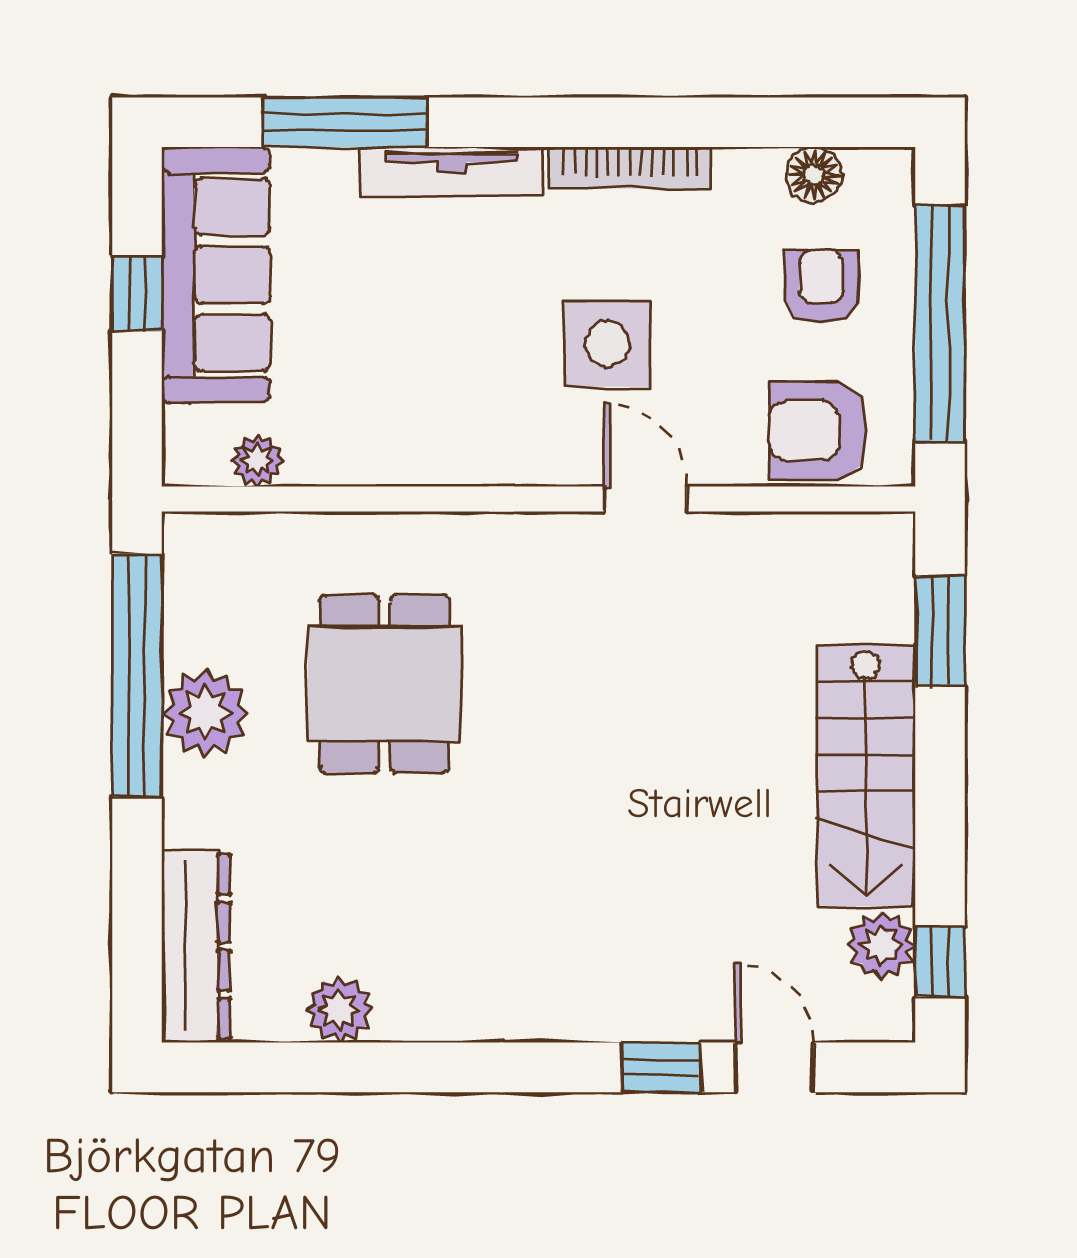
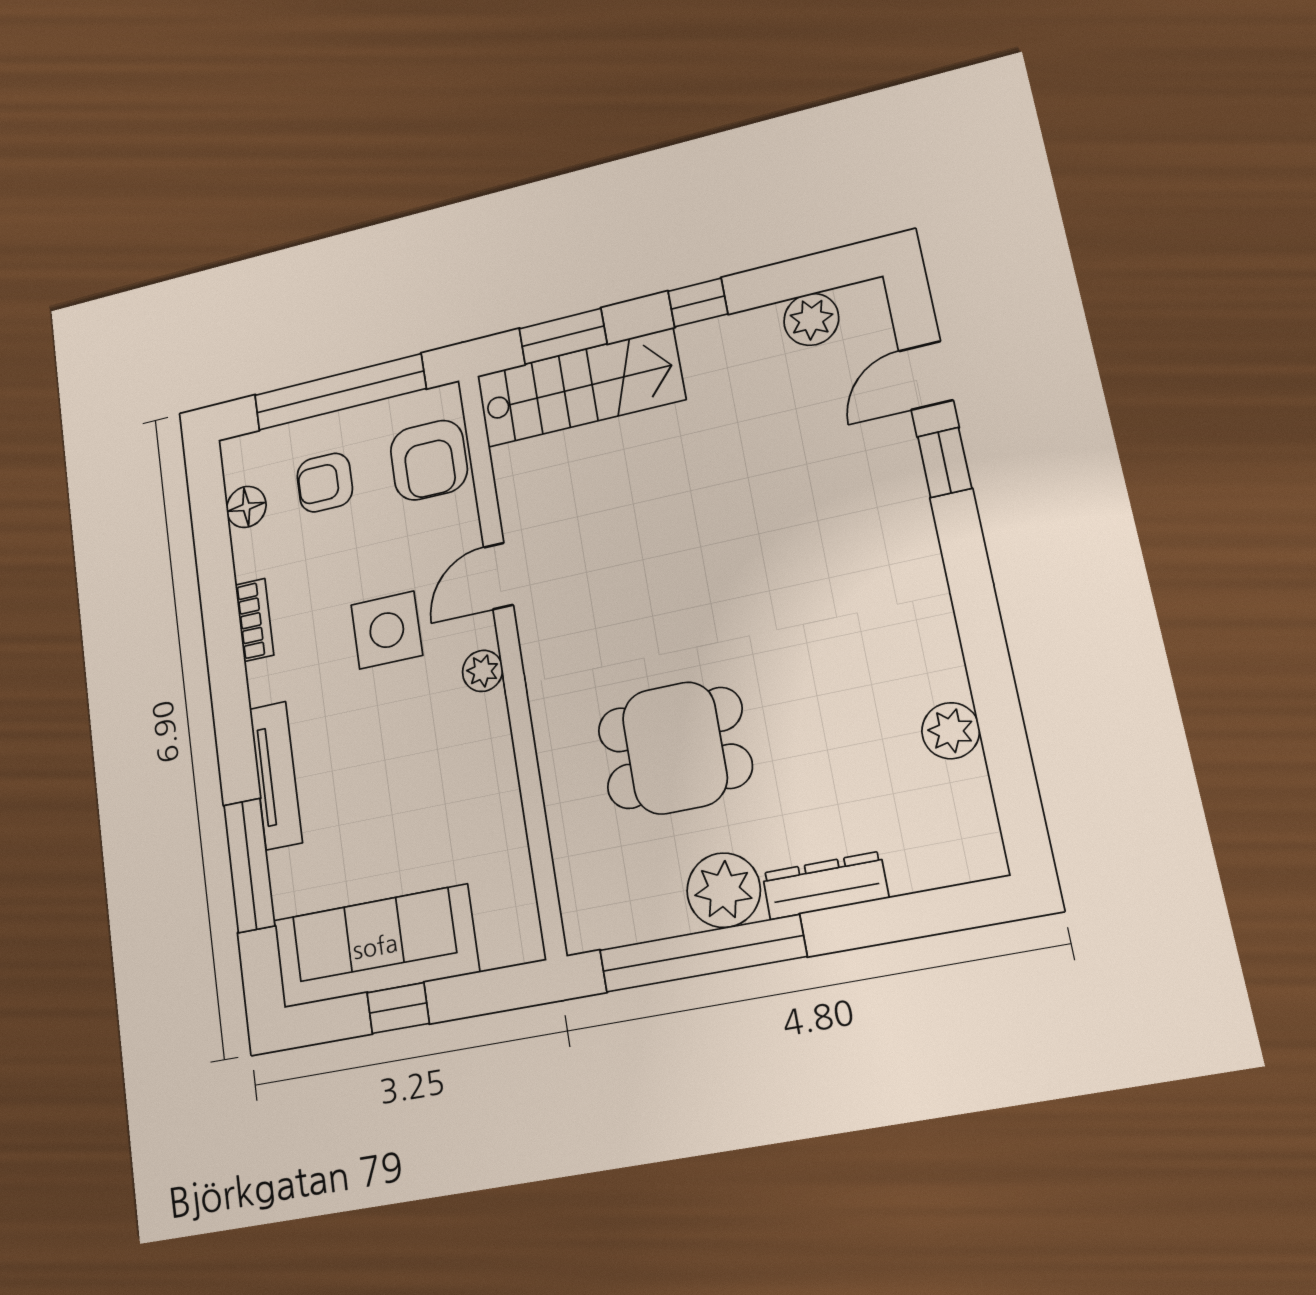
bookcase: (630, 168) -> (254, 620), width x0.64
plant: (257, 461) -> (483, 671), moved
stairs: (866, 775) -> (580, 388), moved
dresser: (196, 947) -> (825, 885), moved, width x0.73, depth x0.80
window: (940, 962) -> (698, 303), moved

